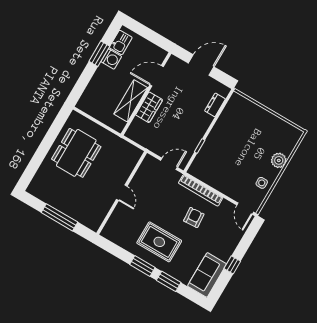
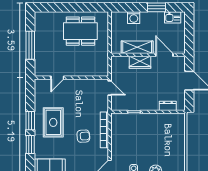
washing machine: (111, 59) -> (134, 18), moved
door: (169, 164) -> (110, 88), moved
door: (122, 193) -> (57, 78), moved

